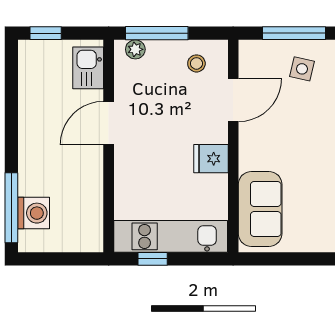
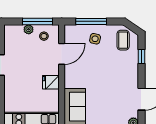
window: (157, 33) -> (38, 21), moved
plant: (135, 49) -> (29, 29), moved

